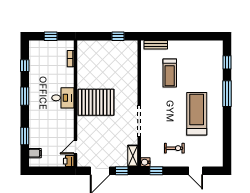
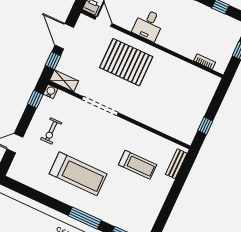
treadmill: (170, 73) -> (138, 165), turned 180
desk: (63, 98) -> (148, 25), moved
pallet: (96, 102) -> (126, 62), moved, turned 90

